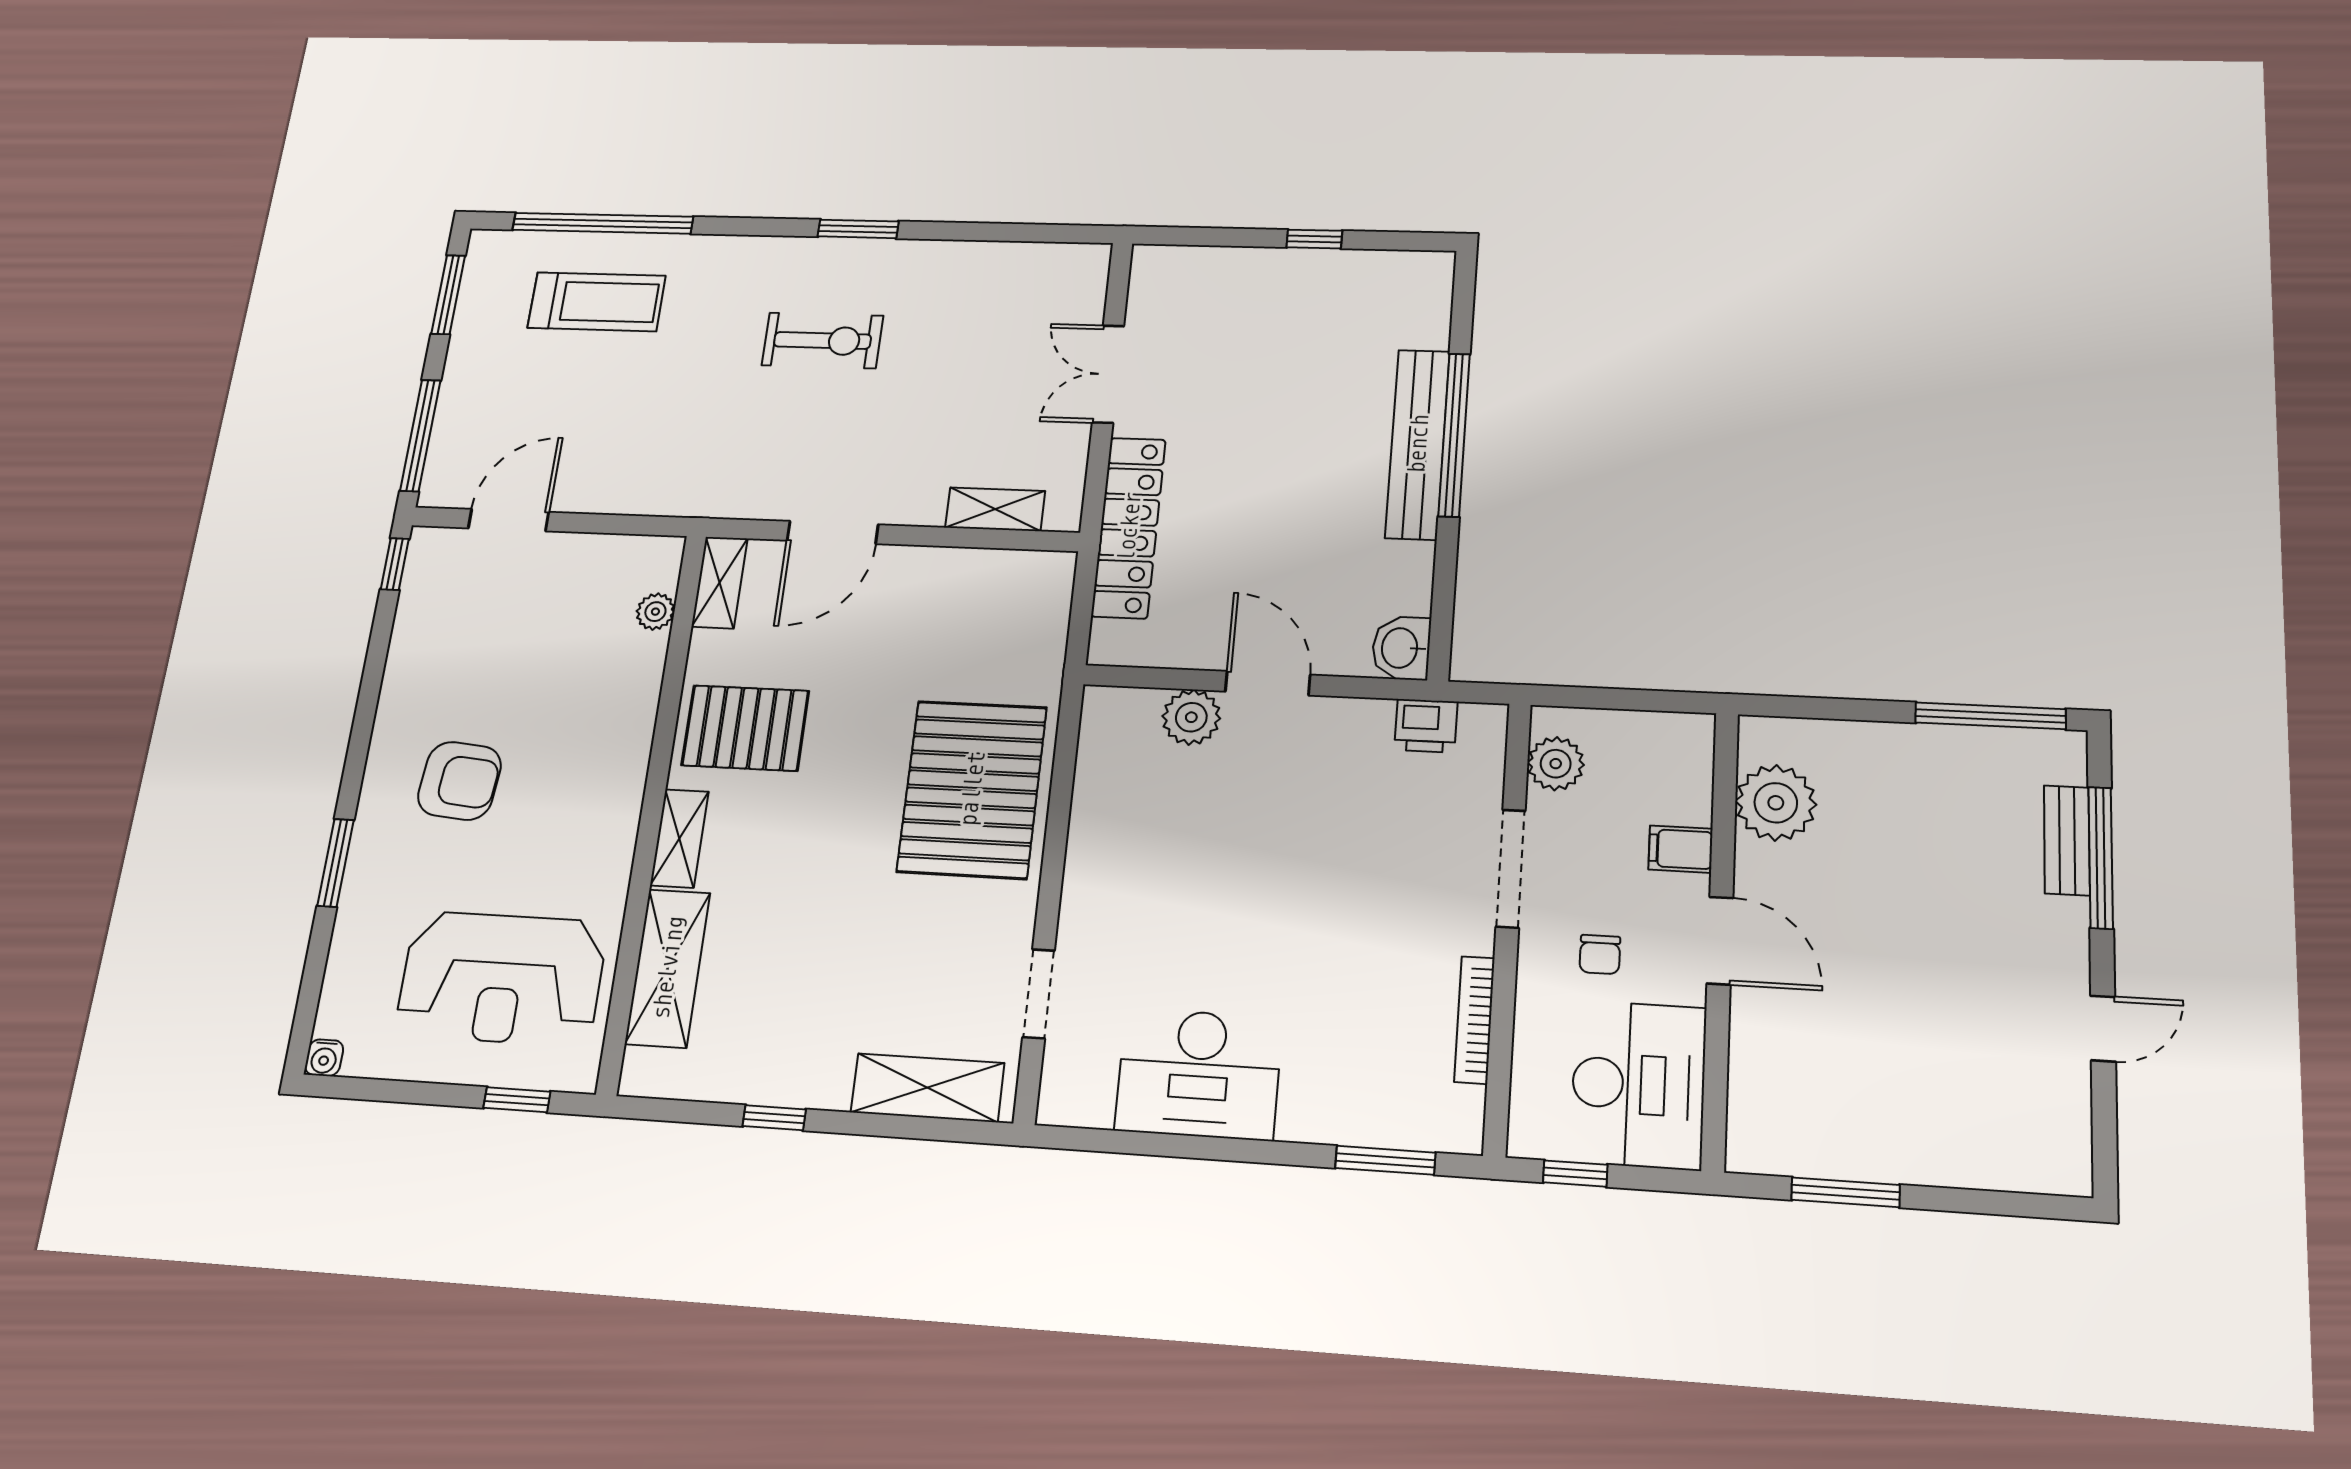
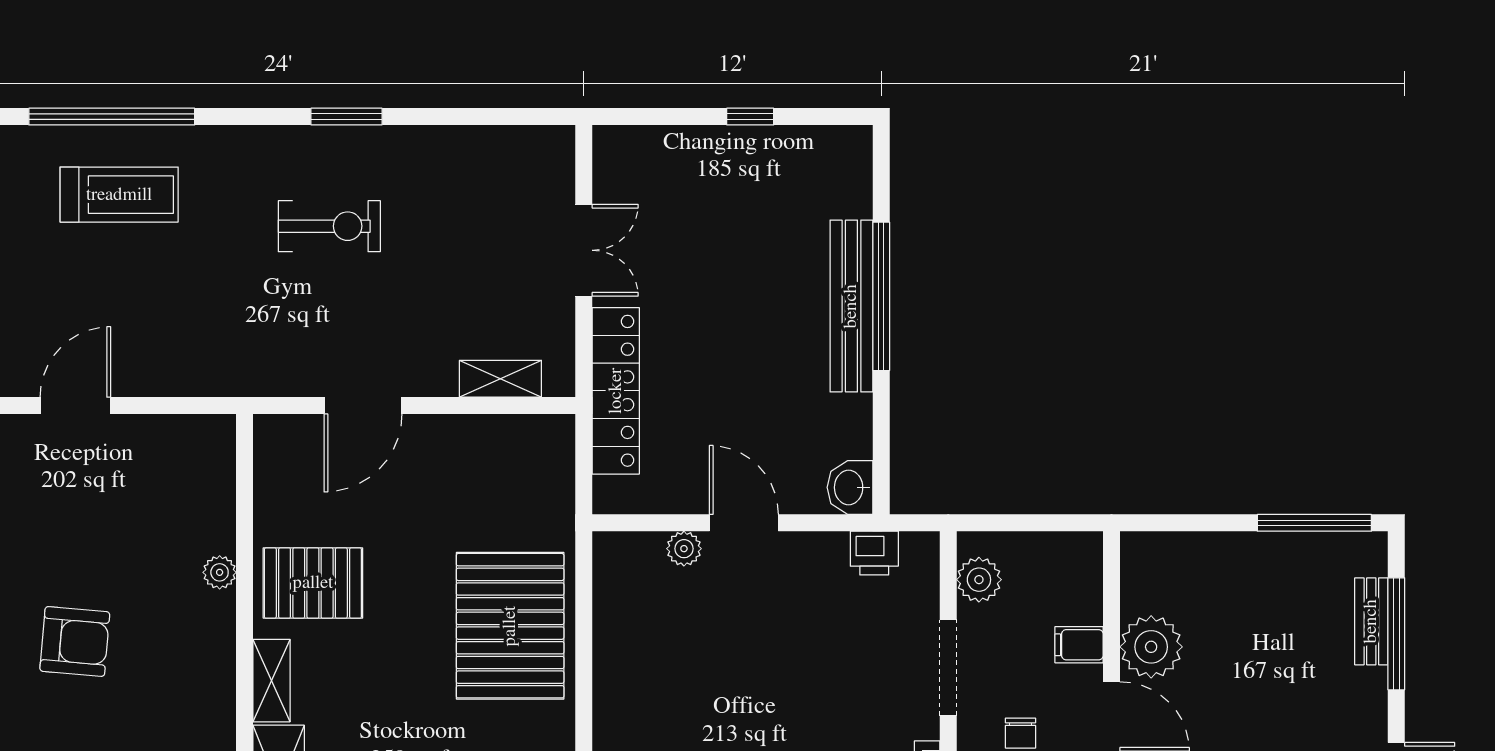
double door: (1108, 374) -> (584, 250), swing flipped
shelving: (720, 583) -> (271, 455), removed
plant: (655, 612) -> (220, 572), moved
plant: (1191, 717) -> (684, 549), width x0.73, depth x0.73
plant: (1776, 803) -> (1151, 647), moved

